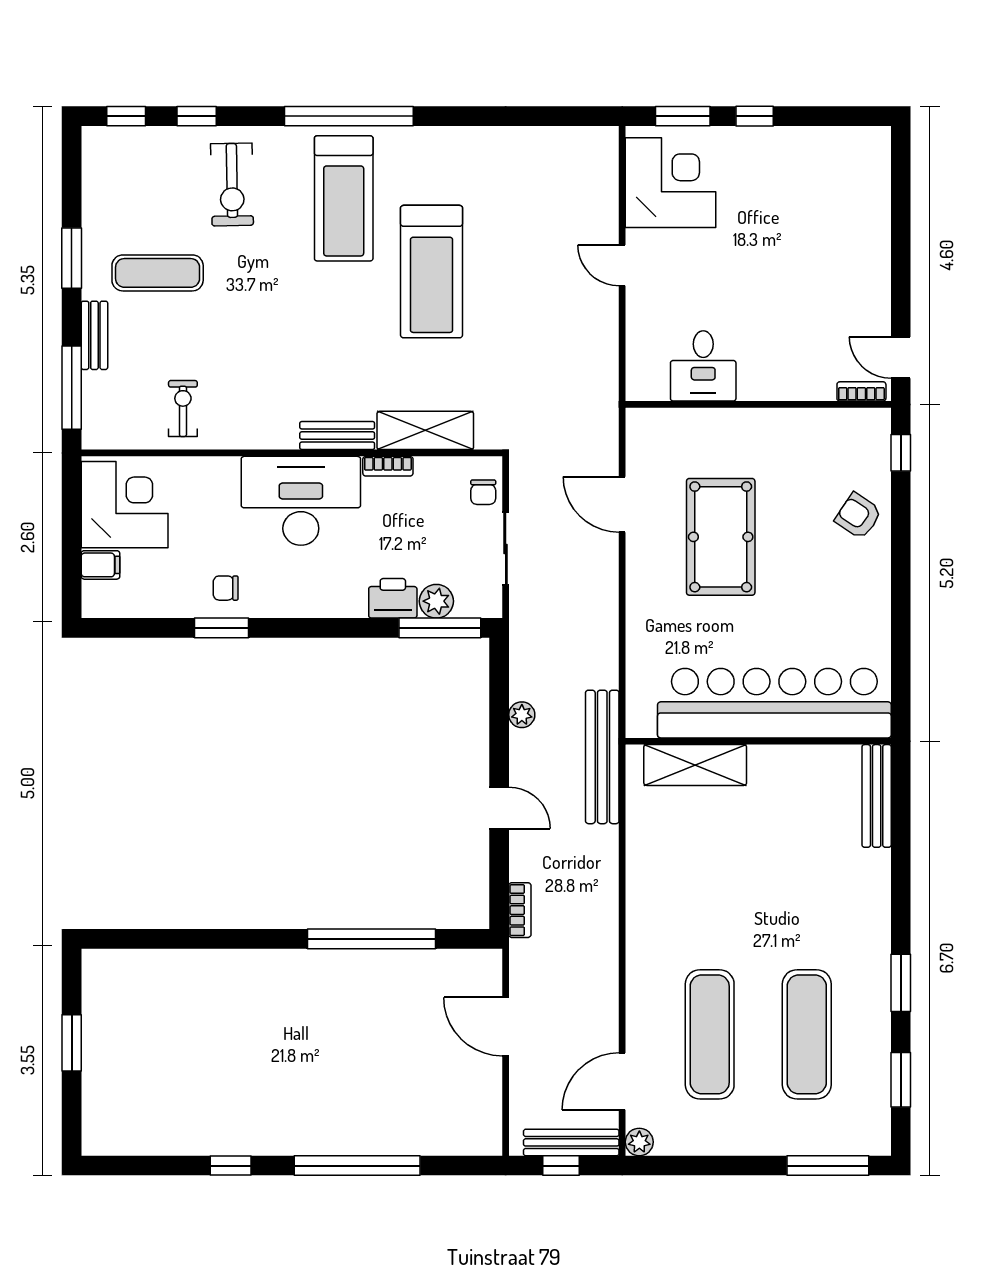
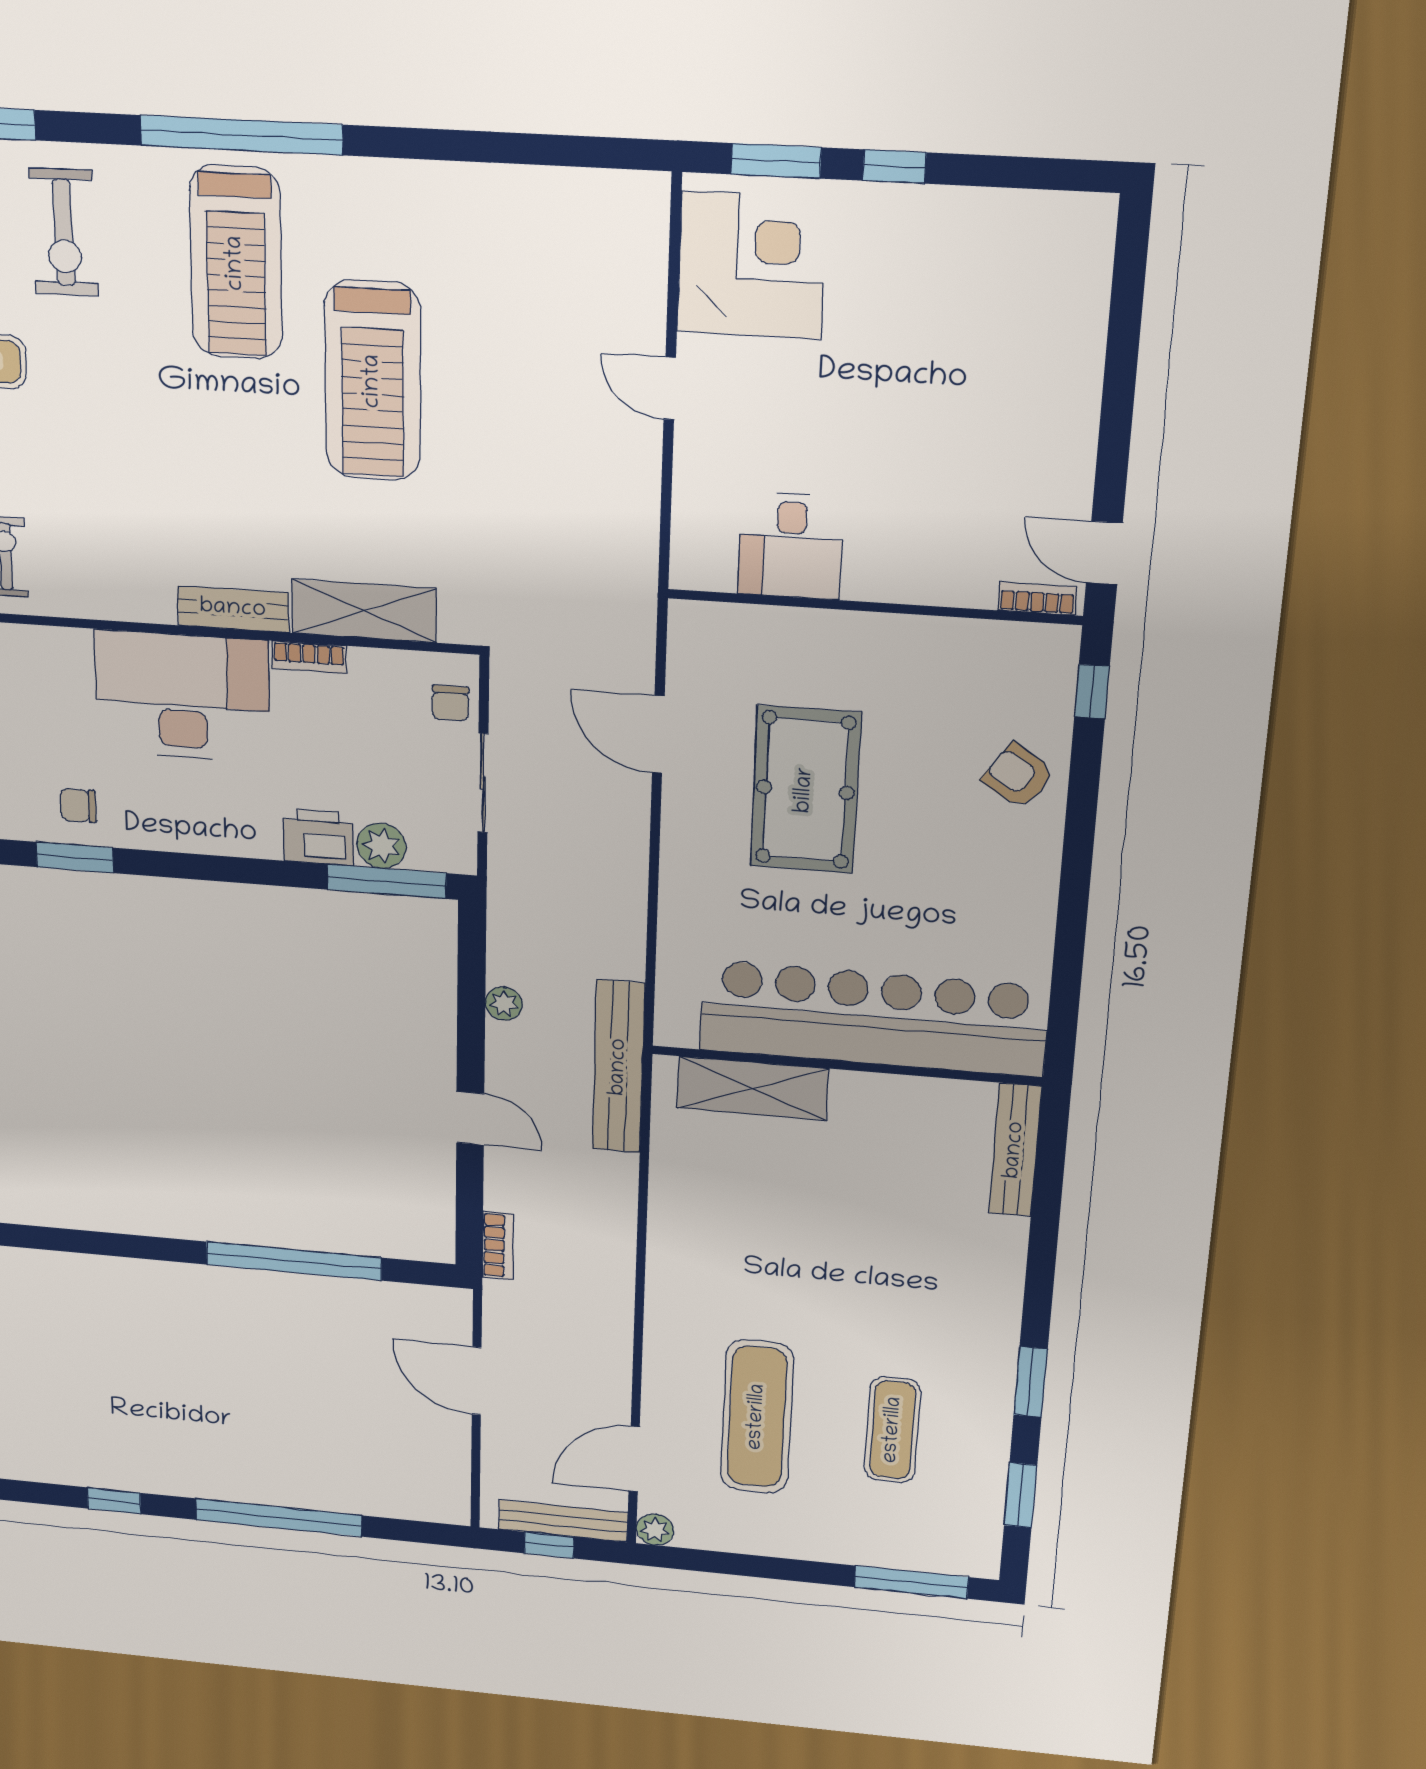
exercise mat: (807, 1034) -> (893, 1430), width x0.73, depth x0.69

